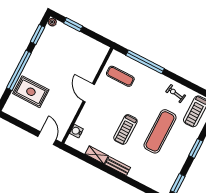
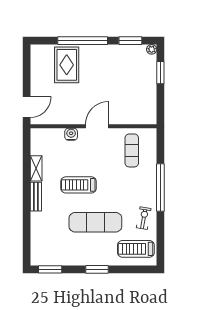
window: (145, 62) -> (160, 188), moved
water cooler: (76, 131) -> (71, 134), moved

